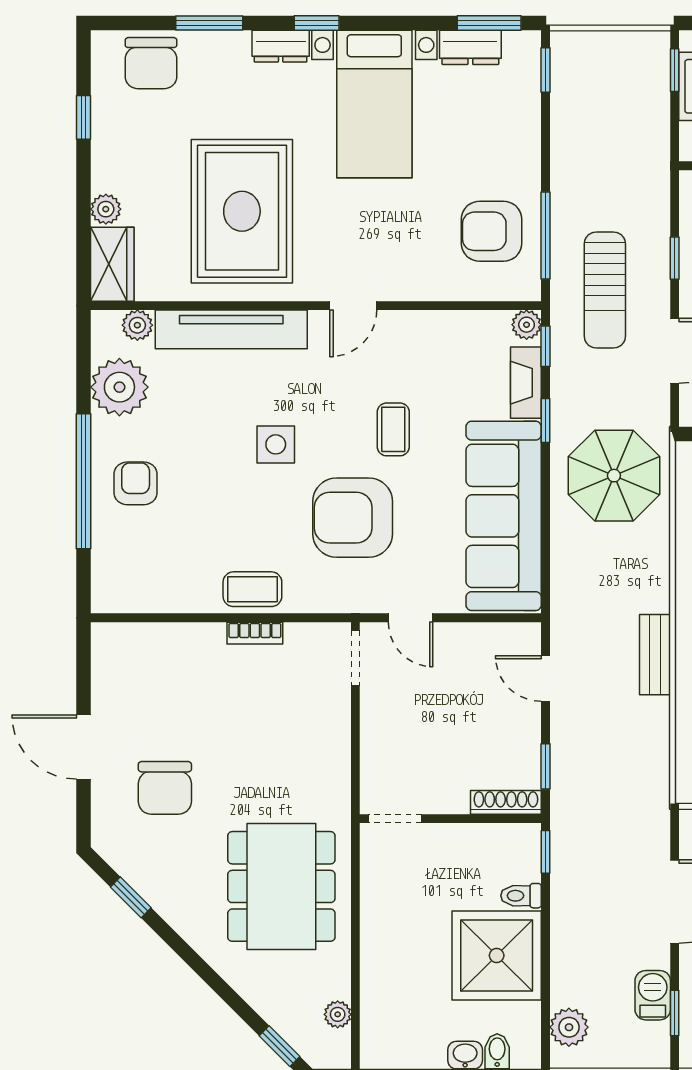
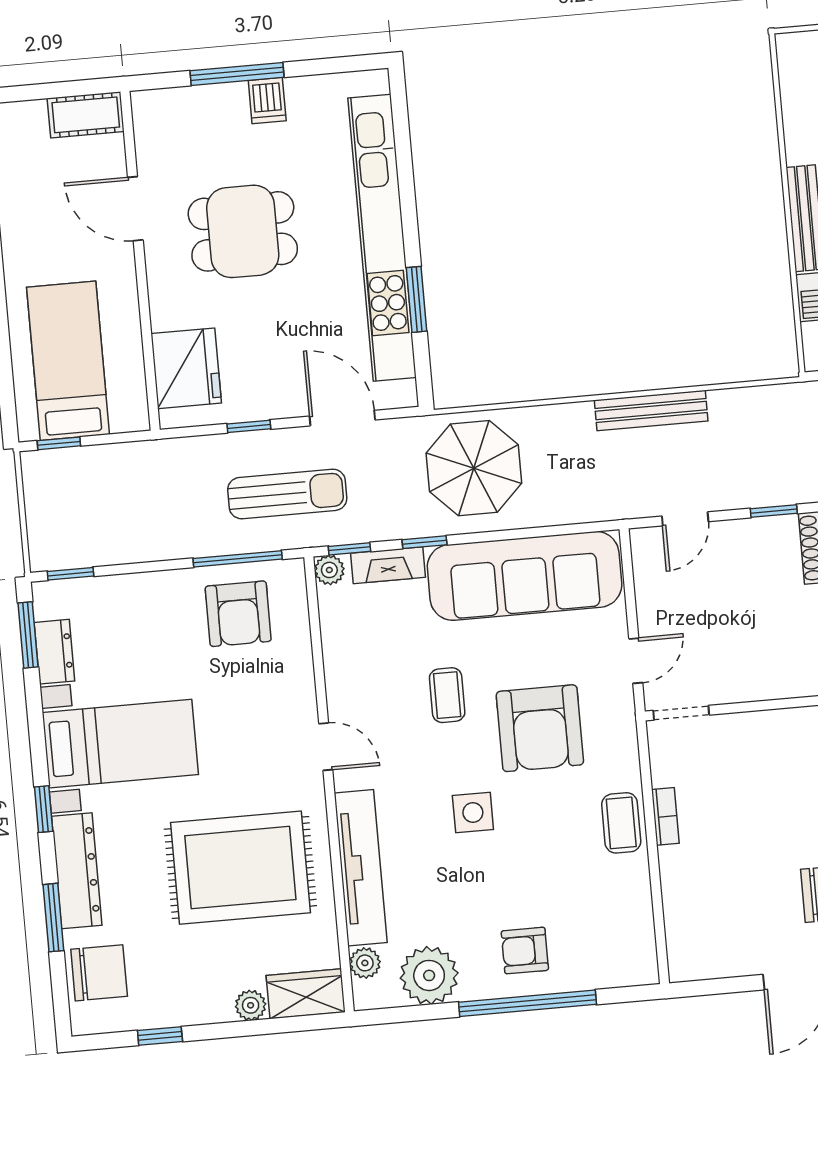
dresser: (281, 46) -> (77, 871), width x1.96, depth x1.24
coffee table: (393, 429) -> (447, 695), turned 90
bench: (655, 655) -> (651, 410), width x1.36

